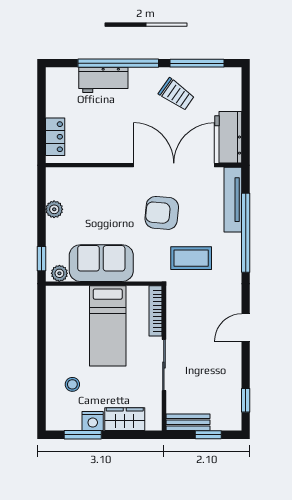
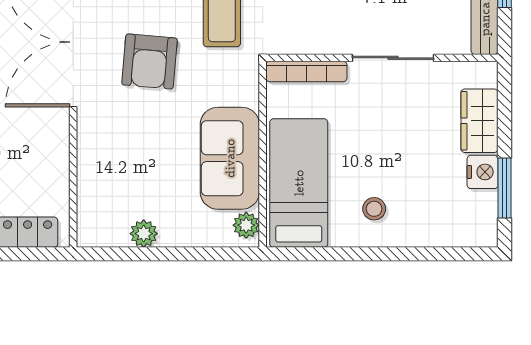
window: (41, 259) -> (223, 254), removed
bed: (108, 326) -> (299, 183), moved, turned -90
stool: (72, 384) -> (374, 209), moved

